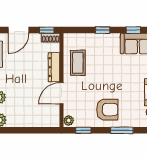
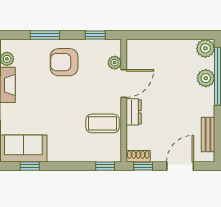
window: (103, 30) -> (105, 166), moved
coffee table: (78, 63) -> (103, 123), turned 90
dresser: (54, 67) -> (134, 112), width x0.70
plant: (69, 120) -> (115, 63), moved

